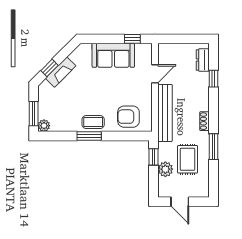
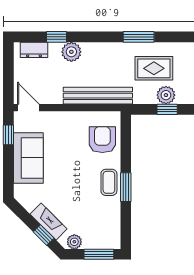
door: (155, 74) -> (28, 108), moved
plant: (201, 91) -> (71, 52), added
armchair: (128, 117) -> (102, 140), turned 180
shoe rack: (205, 121) -> (108, 48), removed
plant: (44, 126) -> (74, 242), moved
window: (154, 157) -> (167, 109), moved

